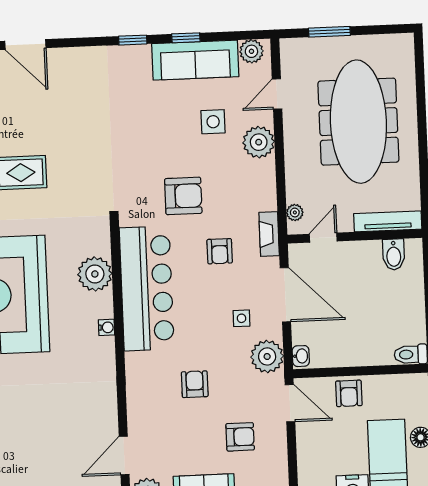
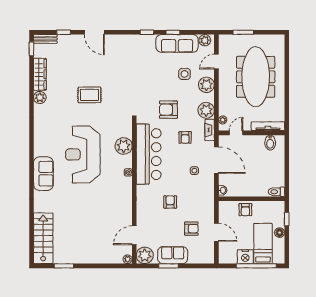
armchair: (183, 196) -> (168, 110), turned 180
plant: (267, 356) -> (206, 110), moved
door: (290, 403) -> (216, 232), moved

